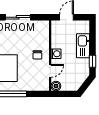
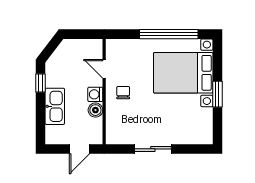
door: (50, 71) -> (104, 69), hinge flipped
boiler: (56, 86) -> (95, 110), moved

